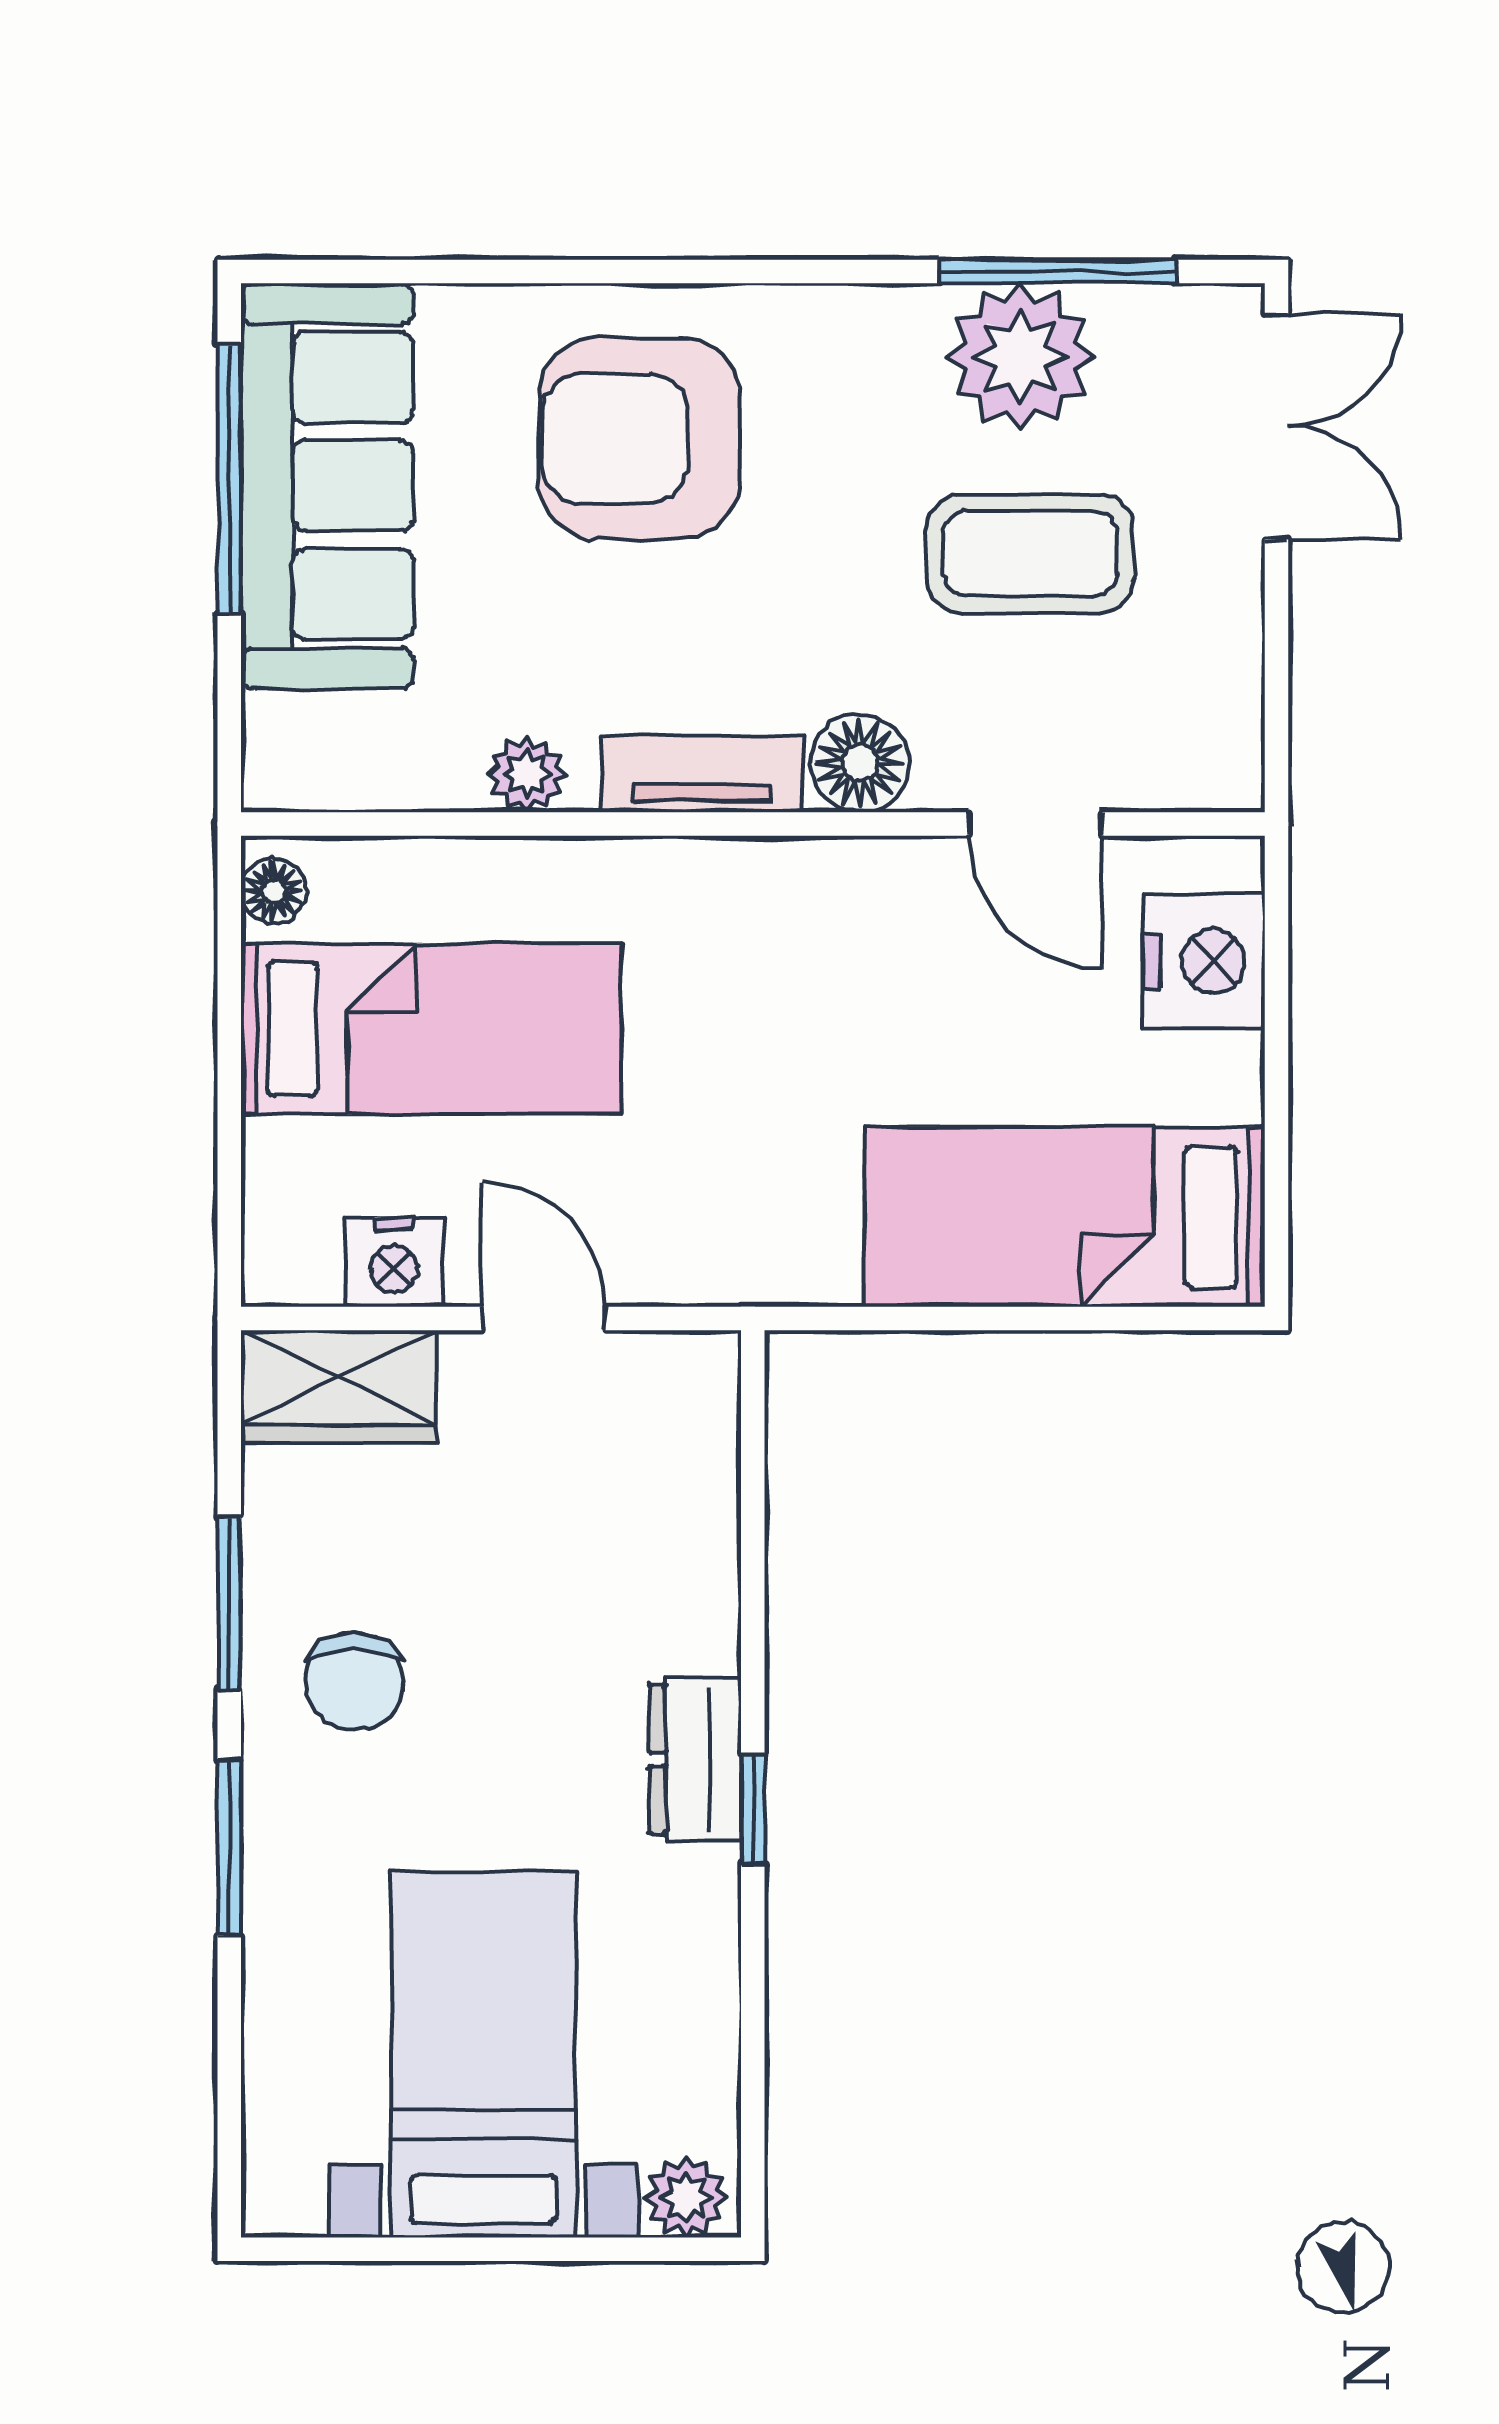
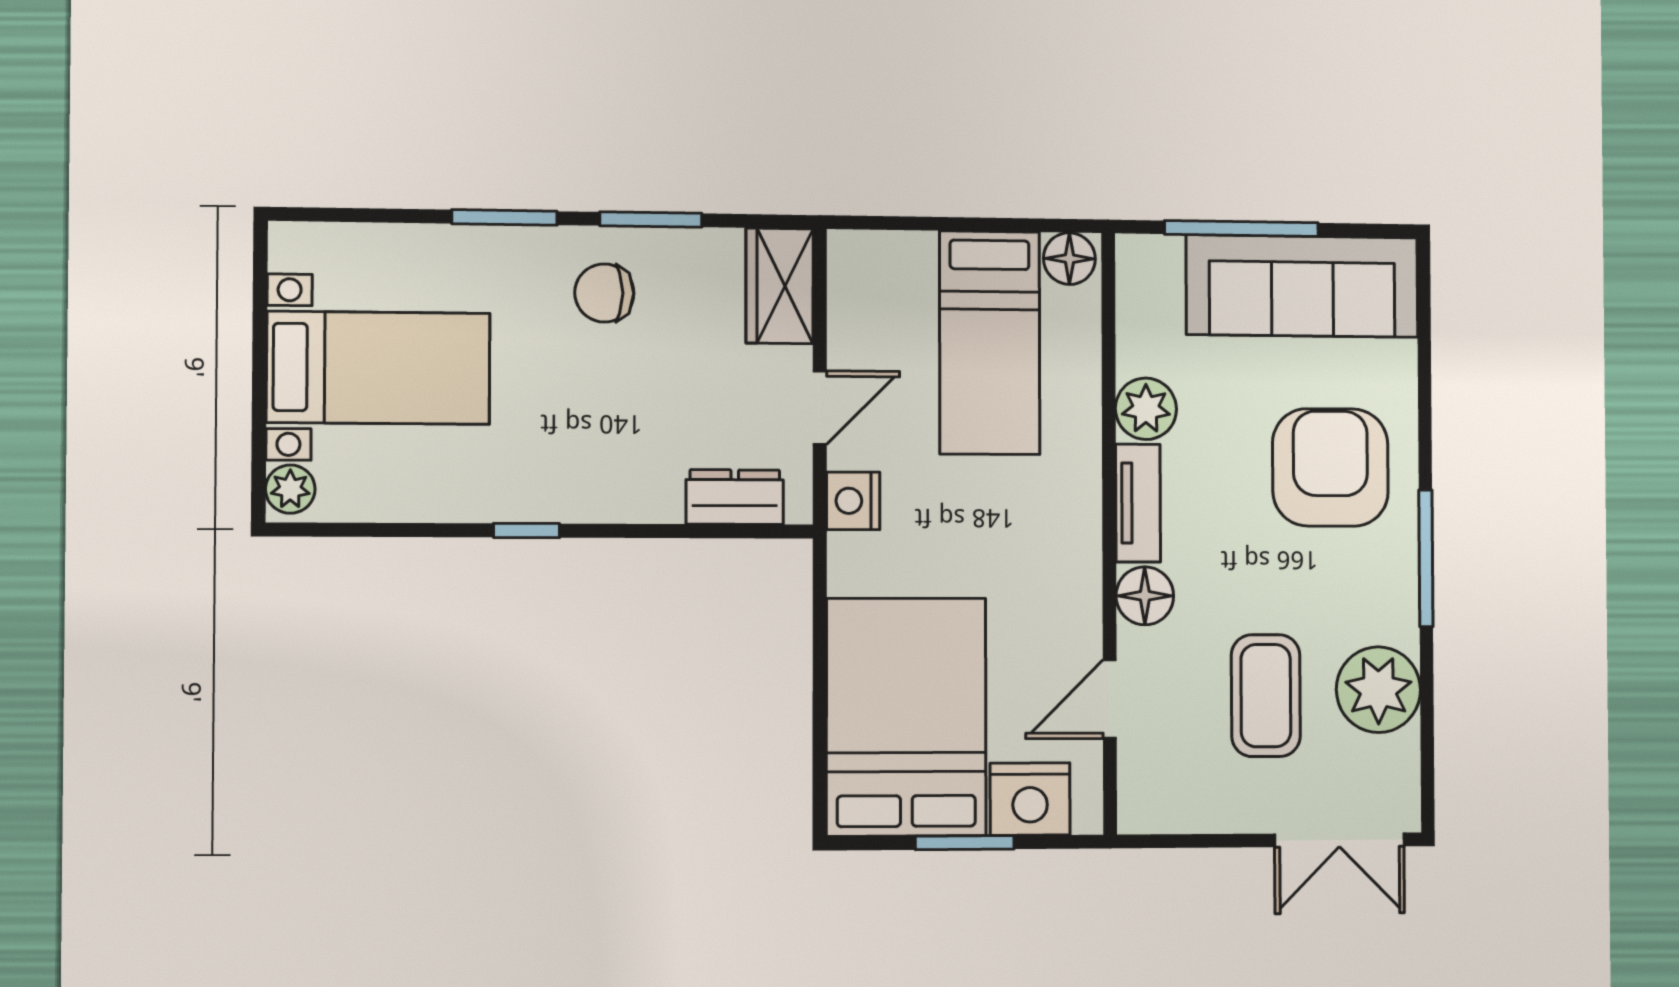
window: (1057, 271) -> (1426, 558), moved
window: (229, 479) -> (1242, 228), moved
plant: (527, 774) -> (1146, 409), width x1.38, depth x1.38
floor lamp: (273, 891) -> (1069, 259), width x1.37, depth x1.37
window: (1276, 1073) -> (965, 843), added
bed: (1065, 1217) -> (906, 717), width x1.50
nightstand: (394, 1262) -> (853, 501), moved
dresser: (695, 1759) -> (735, 497), moved

